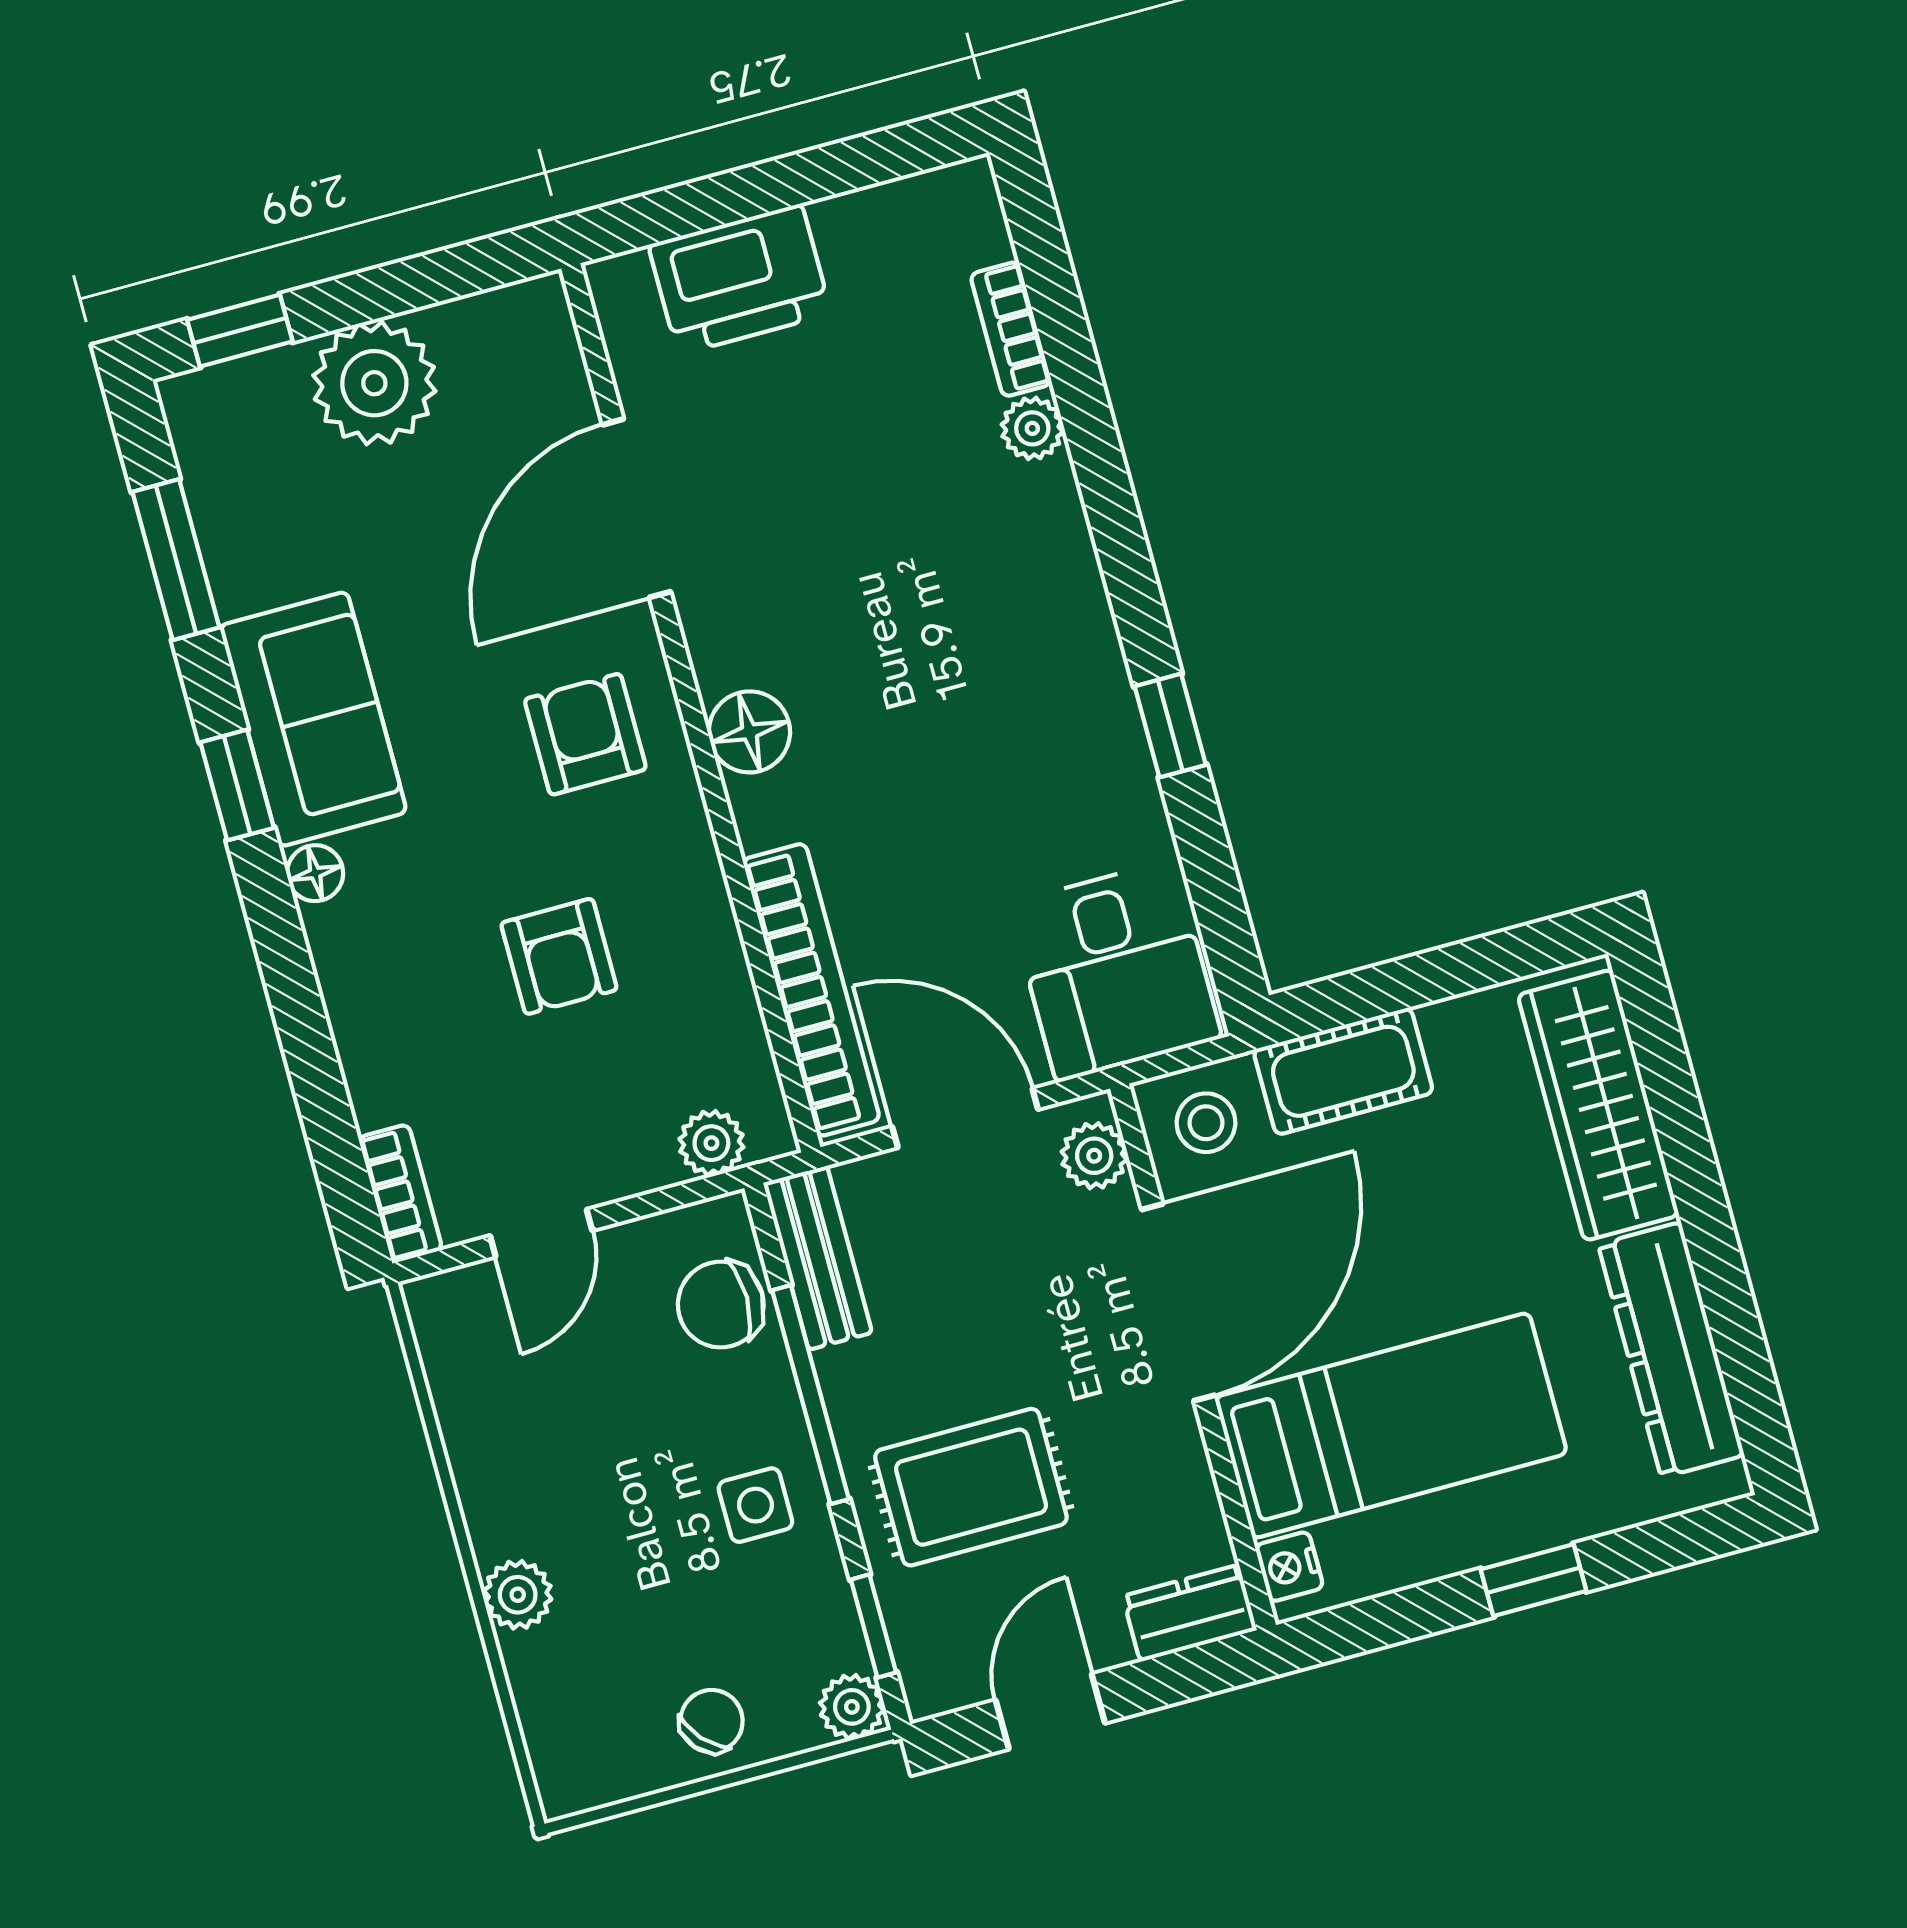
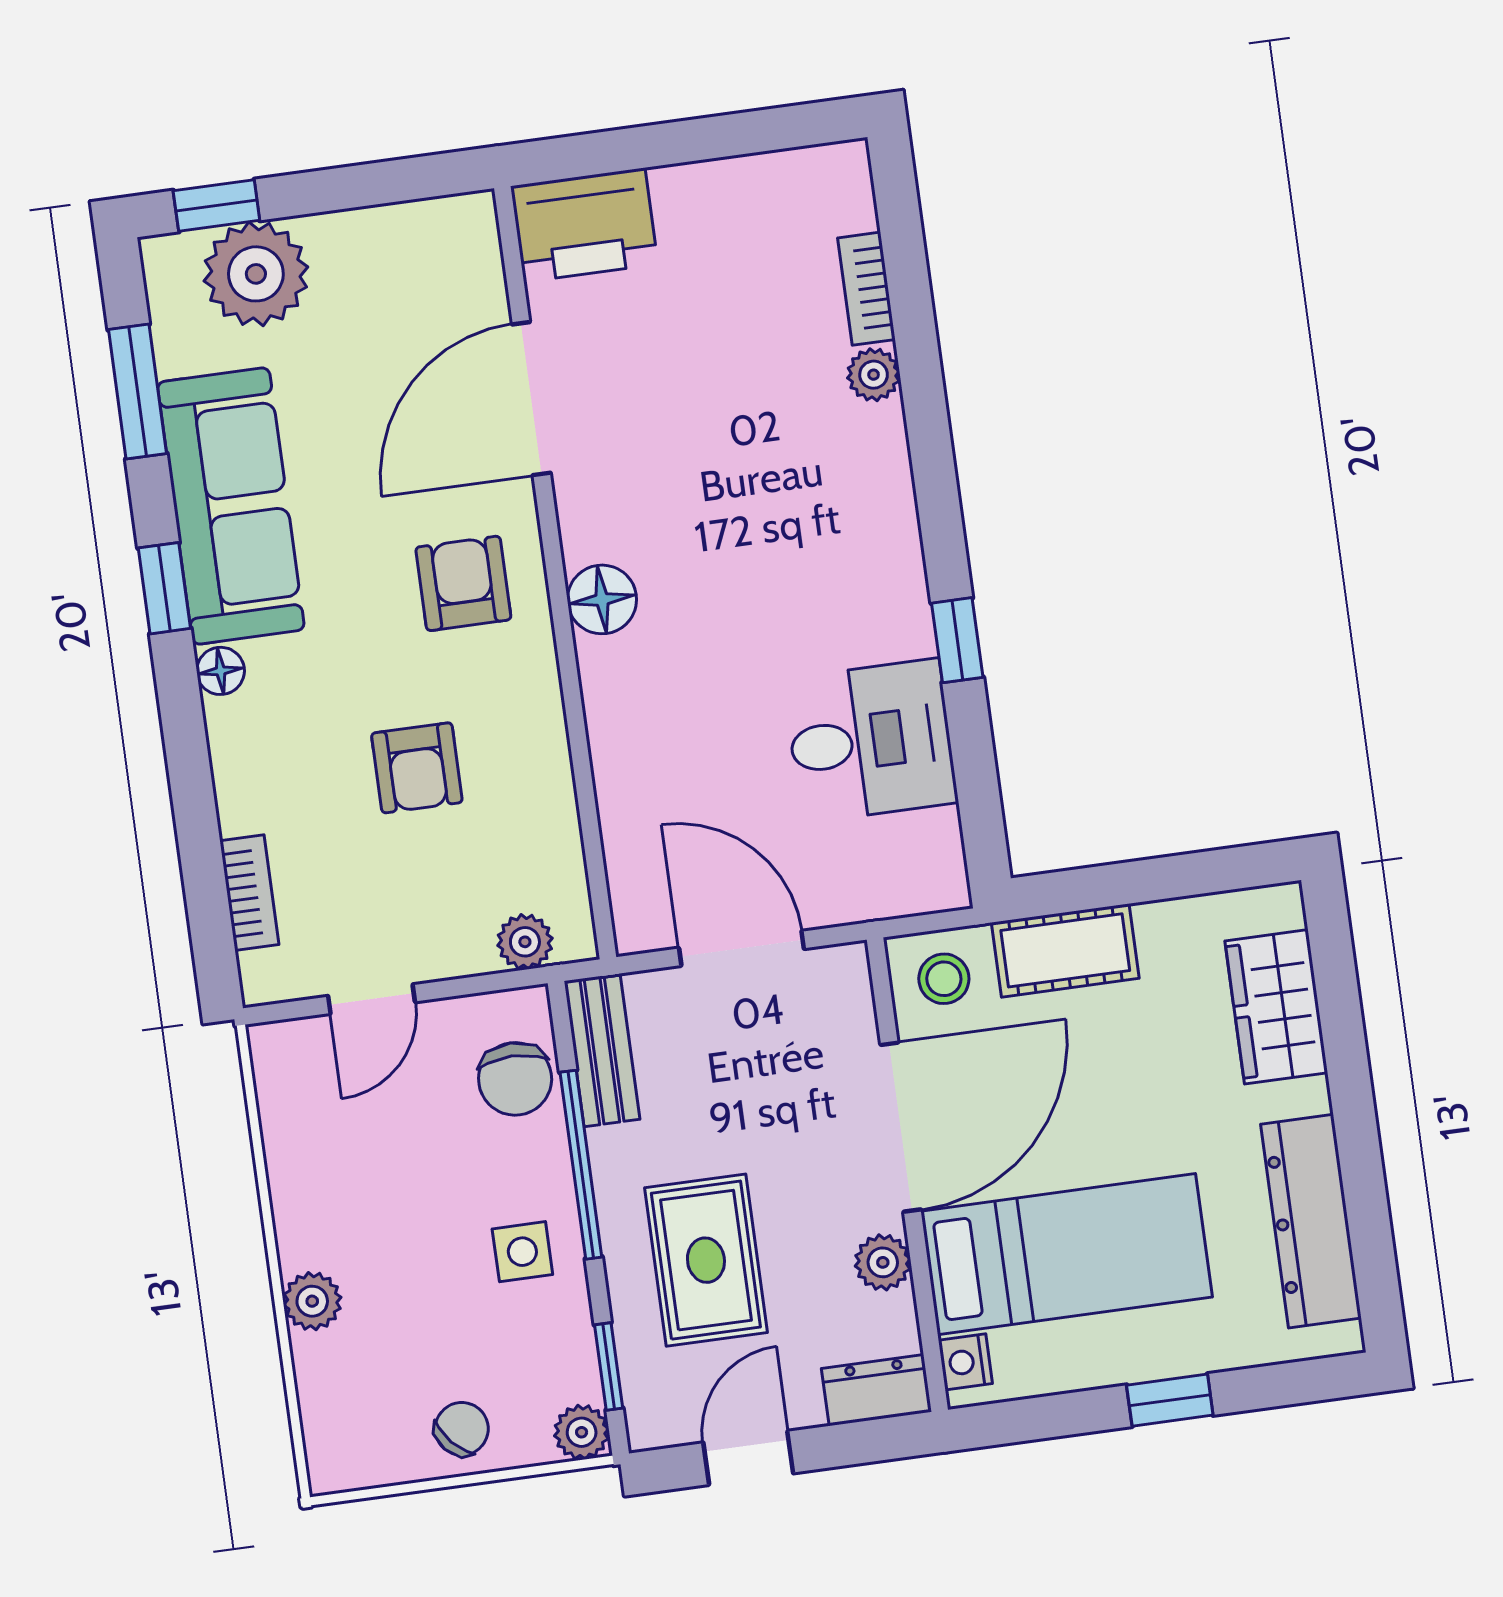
printer: (740, 279) -> (584, 225), moved
plant: (374, 383) -> (256, 274), moved
sofa: (313, 719) -> (231, 506), width x1.36
desk: (1115, 971) -> (871, 741), moved, turned -90
bookcase: (811, 990) -> (626, 824), removed
wardrobe: (1598, 1105) -> (1276, 1007), width x0.67
plant: (1094, 1156) -> (883, 1262), moved
bookcase: (400, 1194) -> (249, 893), moved
chair: (721, 1305) -> (515, 1079), turned -90
rug: (971, 1487) -> (706, 1260), turned 90

